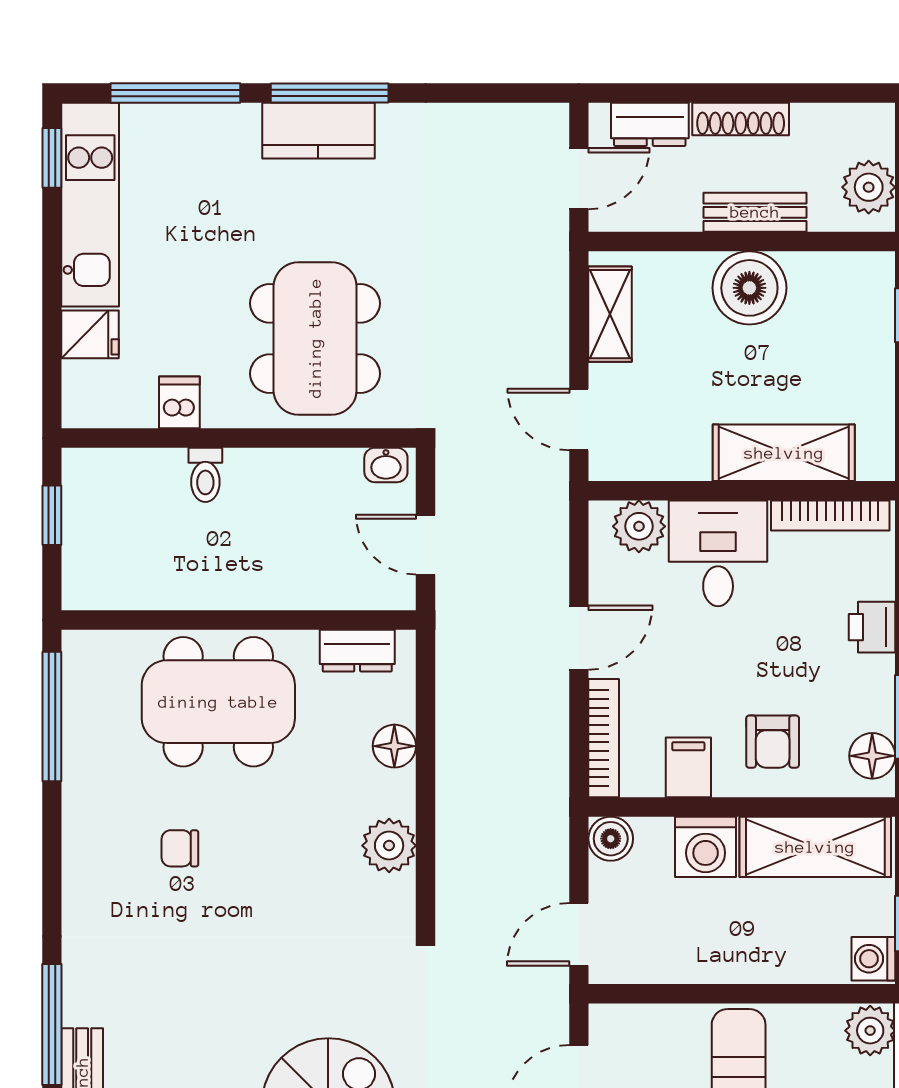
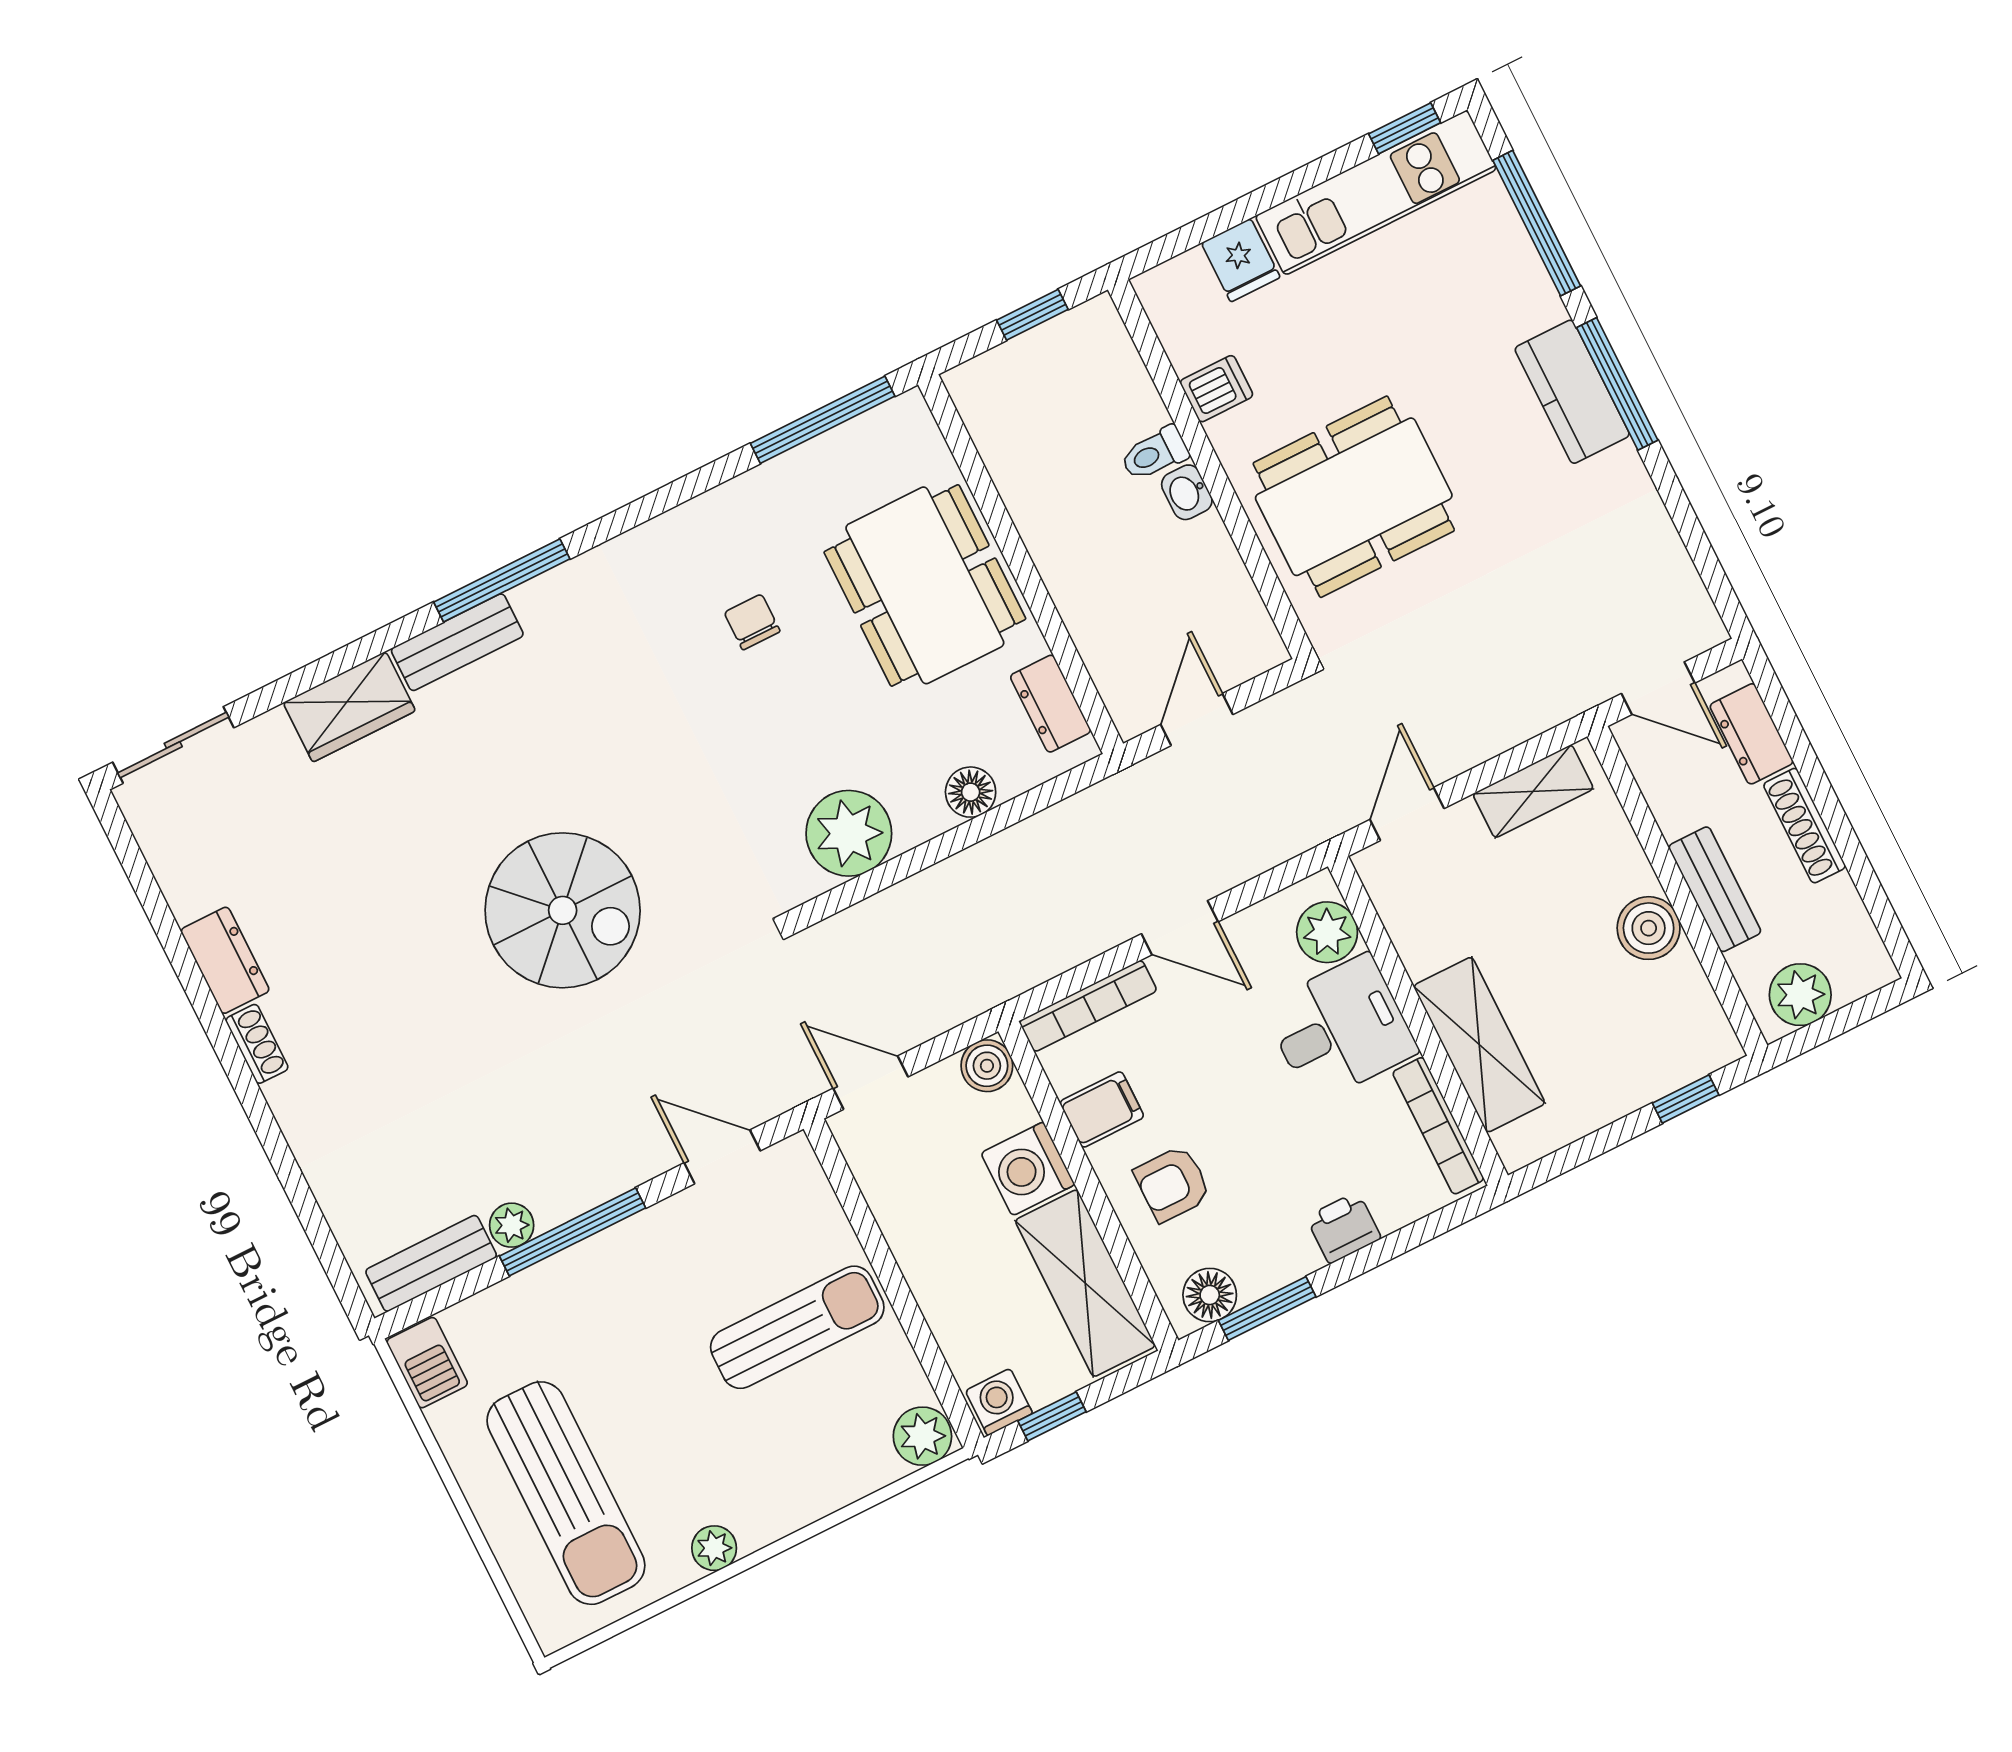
boiler: (749, 288) -> (1649, 928), width x0.73, depth x0.73
washbasin: (386, 465) -> (1187, 492), moved
plant: (389, 846) -> (849, 833), width x1.36, depth x1.36

